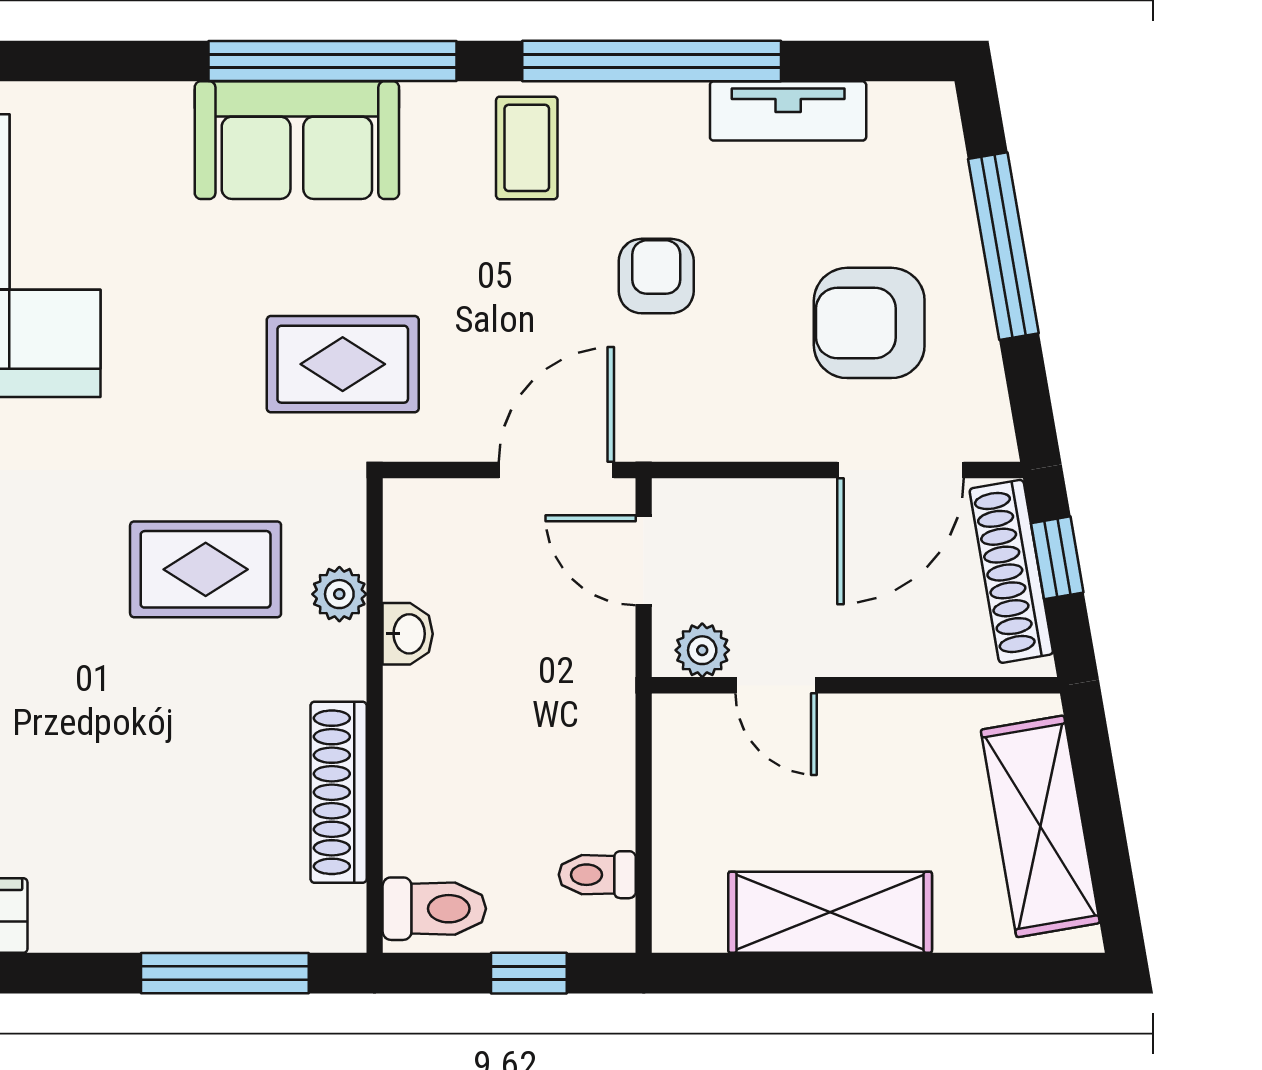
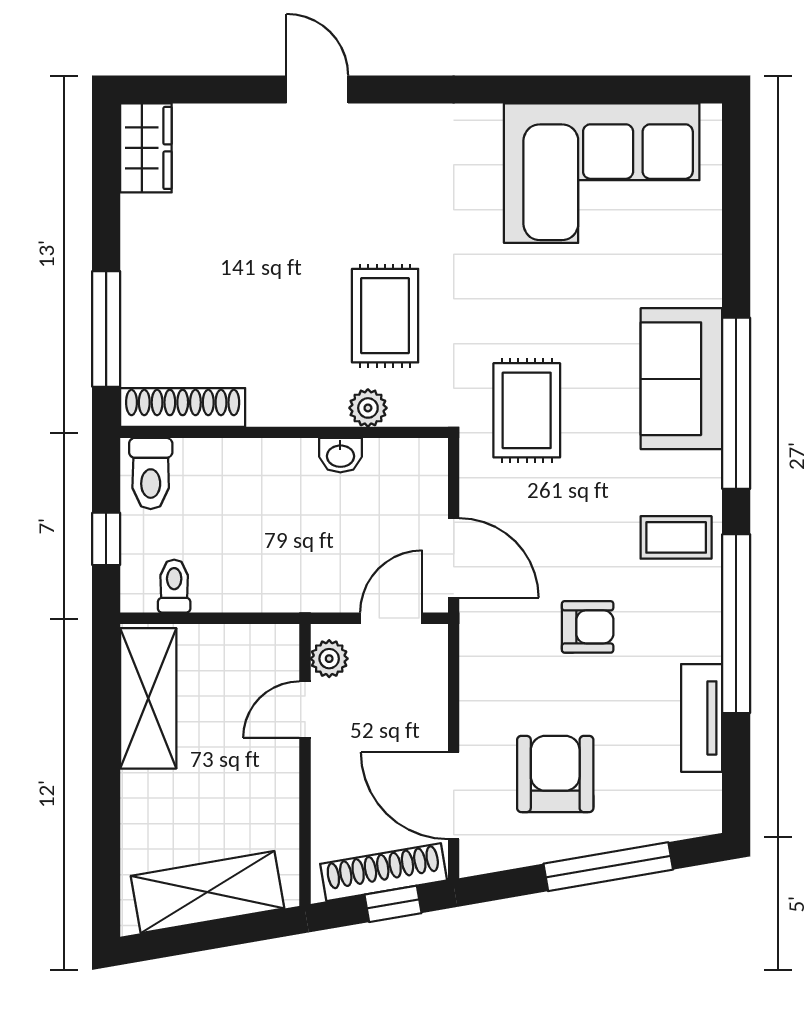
shoe rack: (339, 792) -> (183, 407), moved
shelving: (830, 912) -> (148, 698), moved

